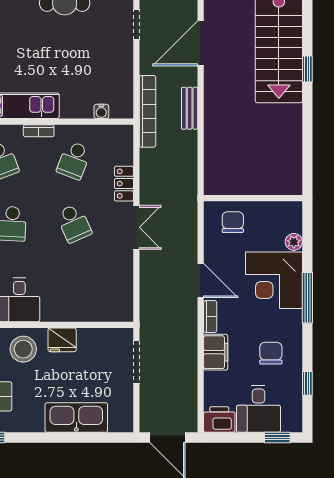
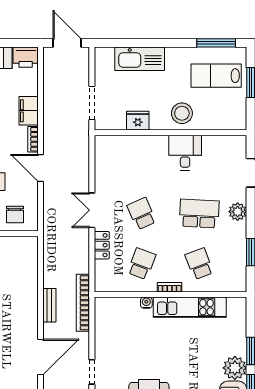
water cooler: (101, 111) -> (146, 303), moved
fridge: (62, 340) -> (138, 121), moved

